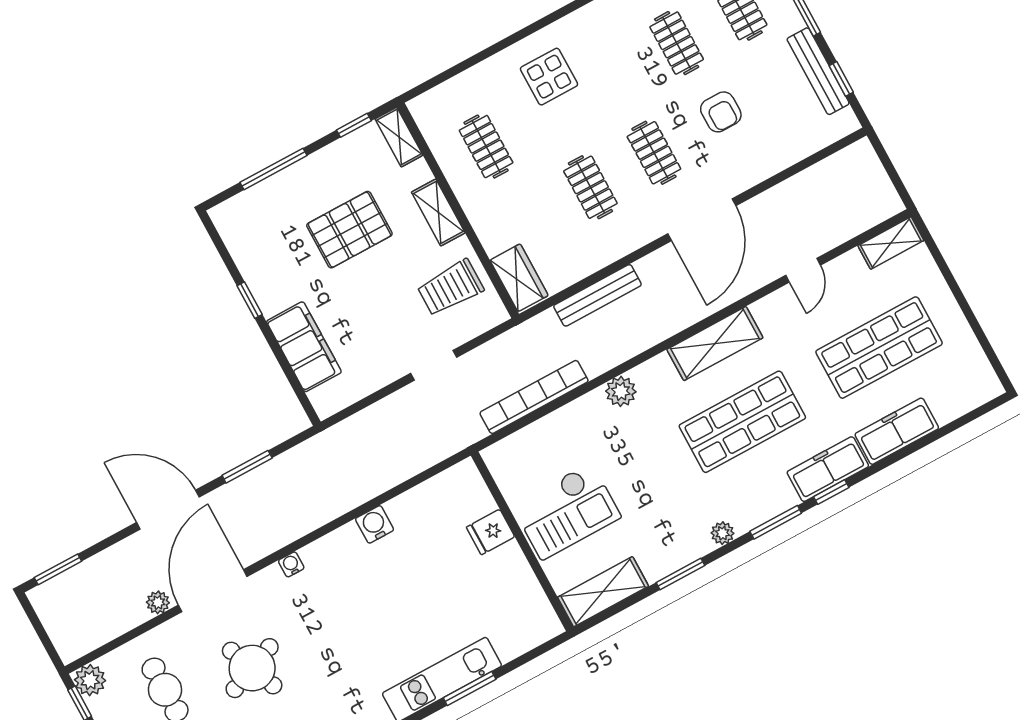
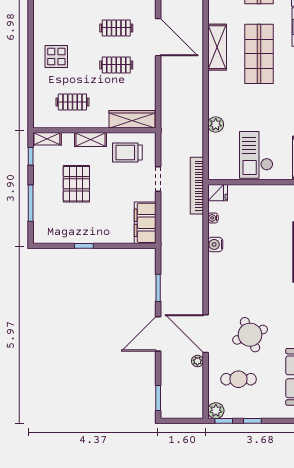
door: (702, 220) -> (158, 37), moved
wardrobe: (519, 278) -> (132, 119), width x1.50
trolley: (450, 288) -> (127, 152), turned 90
bench: (597, 295) -> (167, 88), removed
filing cabinet: (304, 347) -> (145, 223), moved, turned -90
plant: (621, 391) -> (216, 124), moved
bookcase: (534, 397) -> (197, 186), moved
checkout: (567, 511) -> (256, 155), turned 180
fridge: (490, 532) -> (218, 193), moved, turned -90
water cooler: (291, 564) -> (213, 218), moved

